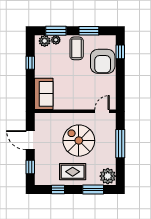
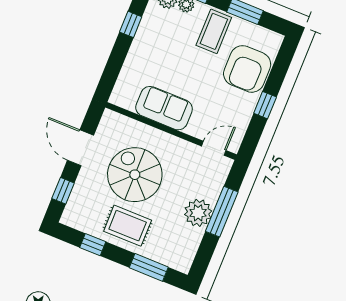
window: (120, 52) -> (265, 105), moved
sofa: (44, 94) -> (164, 108), moved, turned -90
spiral stairs: (79, 141) -> (135, 175), moved
plant: (108, 176) -> (198, 213), moved

